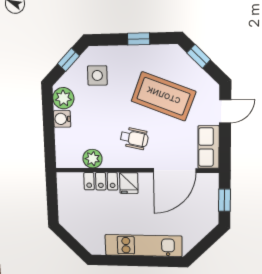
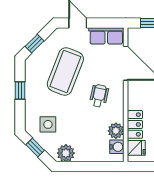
water cooler: (62, 119) -> (117, 147), moved, turned -90
fridge: (129, 183) -> (136, 148), moved

